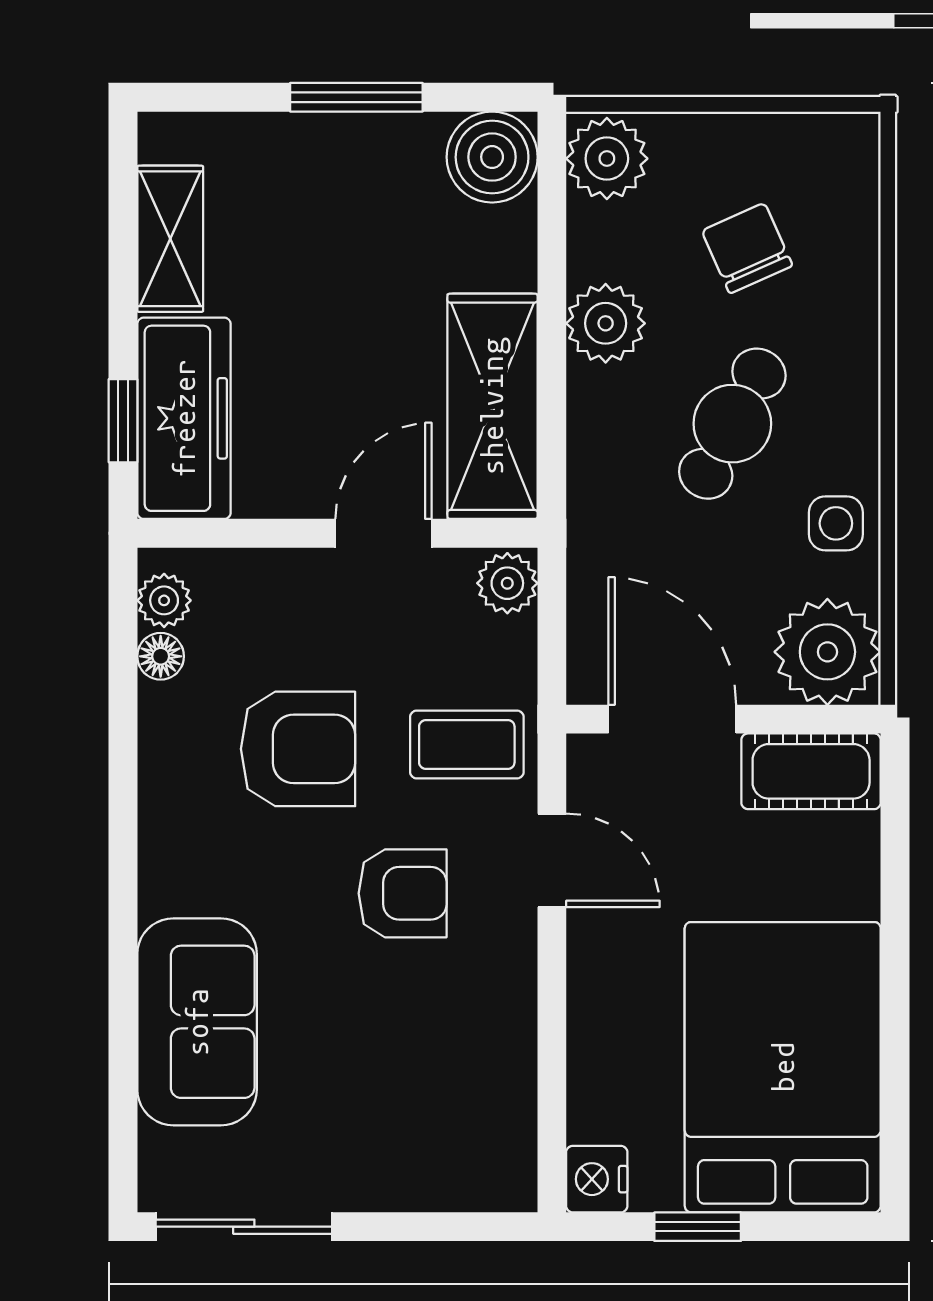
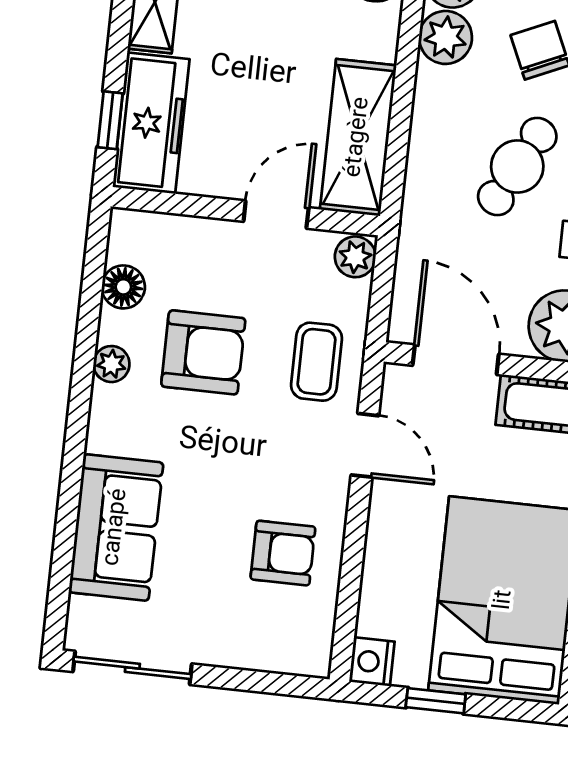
plant: (606, 323) -> (446, 37), moved
plant: (164, 600) -> (111, 364), moved
floor lamp: (161, 656) -> (123, 287), width x1.37, depth x1.37
coffee table: (467, 745) -> (316, 362), turned 90
armchair: (403, 893) -> (283, 553), moved

